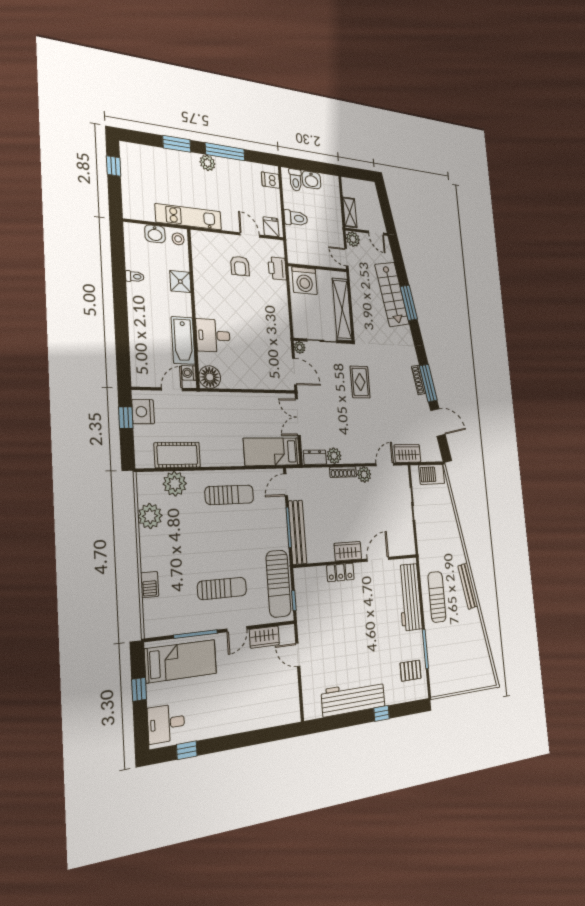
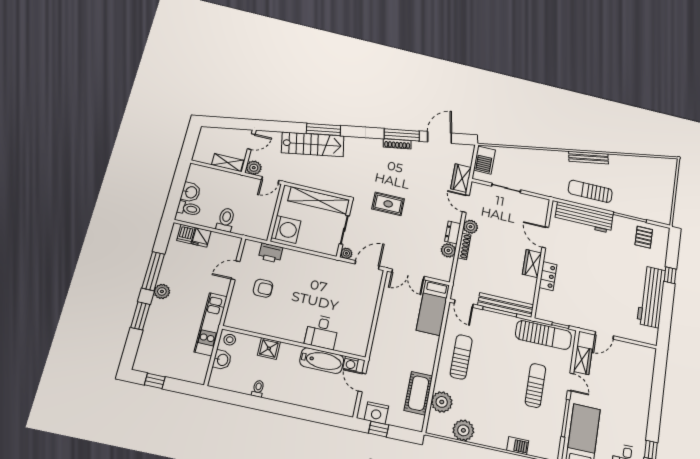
fridge: (271, 227) -> (201, 237), moved, turned -90
floor lamp: (210, 377) -> (358, 346), removed
dresser: (315, 457) -> (453, 232), moved

